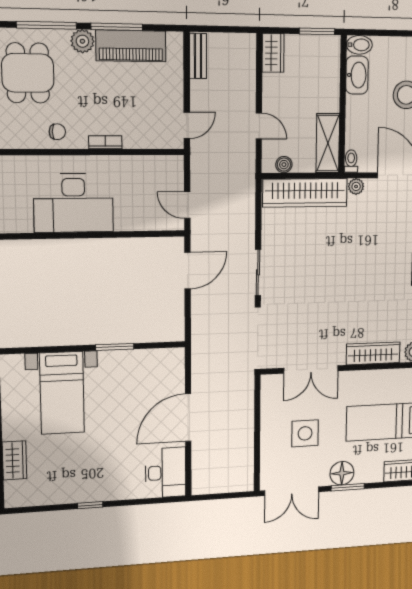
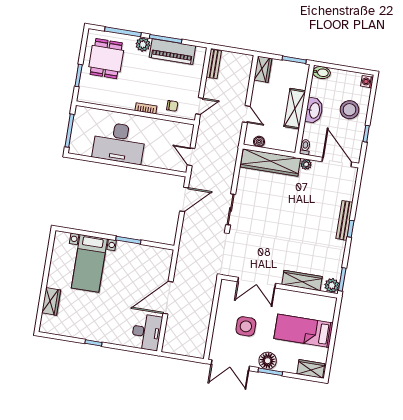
washbasin: (357, 75) -> (314, 110), moved
chair: (57, 132) -> (172, 106), moved
shelving: (328, 143) -> (295, 109), moved

